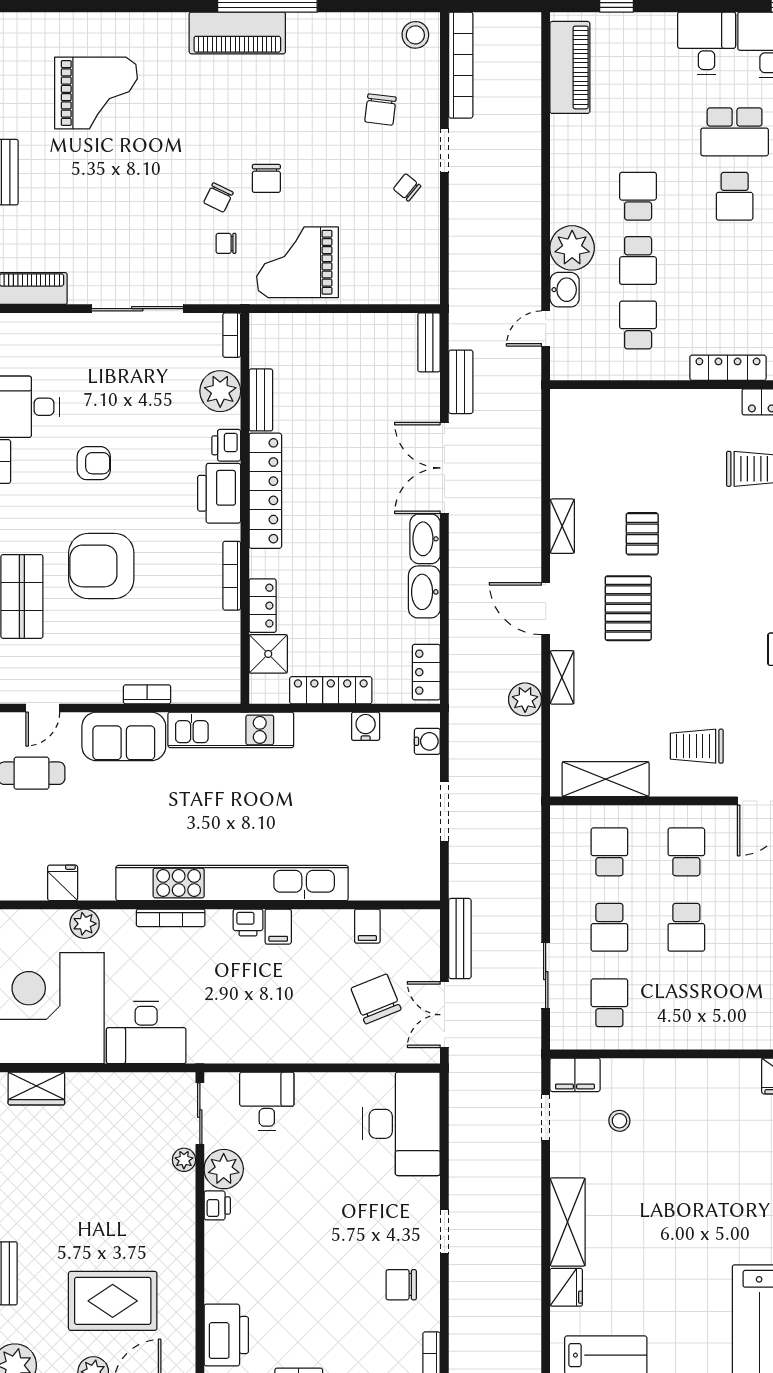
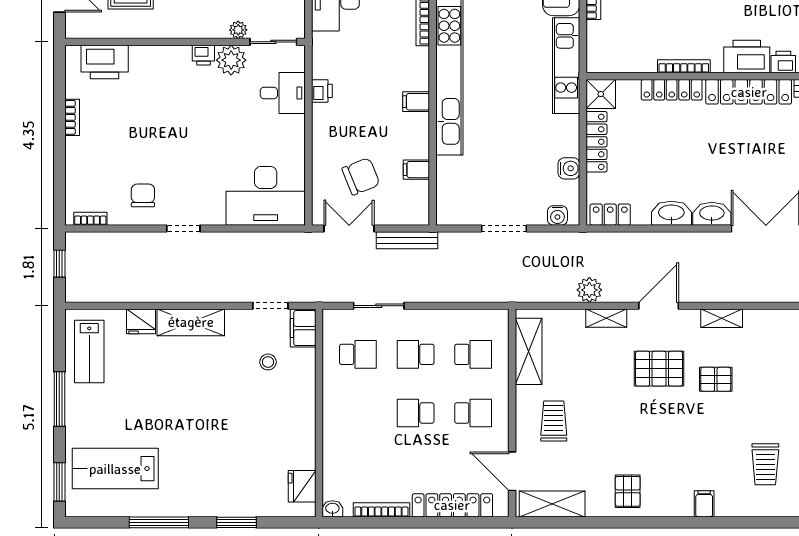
locker: (263, 606) -> (672, 90), width x1.53
shower: (268, 654) -> (601, 94), moved
printer: (248, 923) -> (322, 91), moved, turned 180

